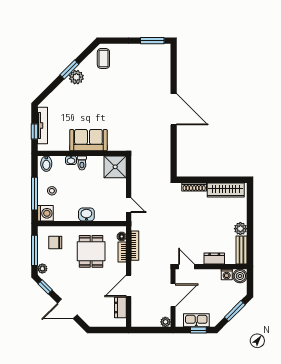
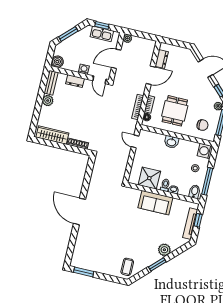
plant: (76, 77) -> (164, 250), moved
shower: (115, 167) -> (149, 178), moved
window: (34, 194) -> (207, 181), moved
washing machine: (227, 274) -> (84, 69), moved

